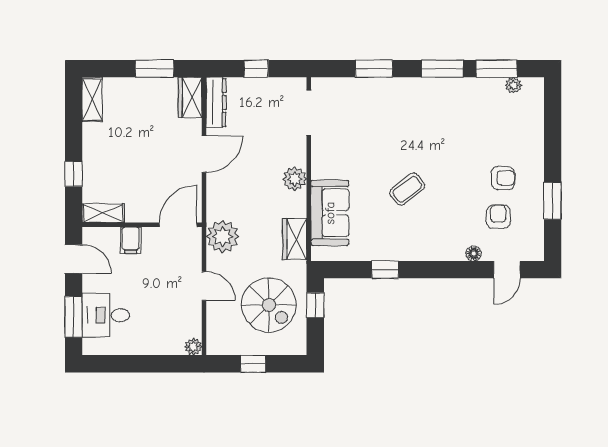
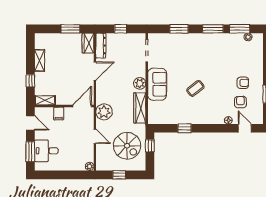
shelving: (92, 99) -> (40, 60), moved
sofa: (330, 213) -> (157, 84), moved
wardrobe: (295, 239) -> (140, 108), width x1.50
door: (507, 270) -> (245, 128), swing flipped

